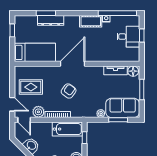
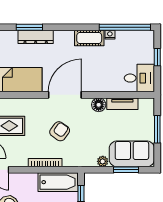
desk: (128, 37) -> (139, 78), moved
floor lamp: (133, 71) -> (99, 105), moved
plant: (38, 112) -> (19, 159), removed

